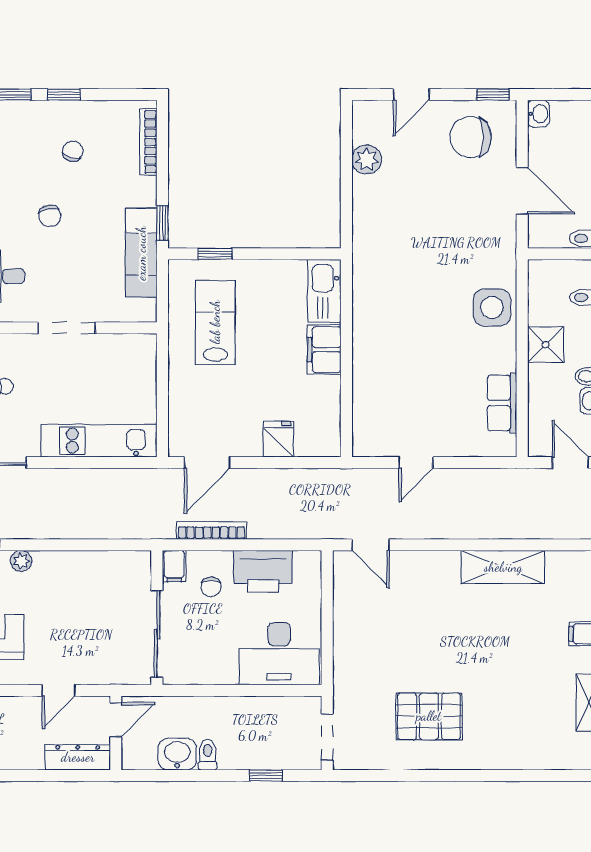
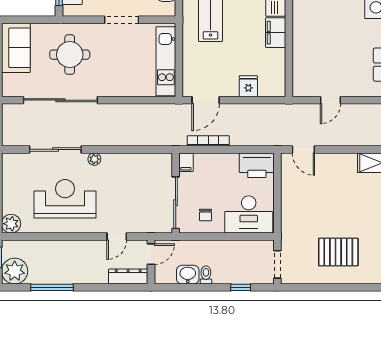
kitchen unit: (99, 441) -> (166, 61), moved, turned -90
printer: (263, 571) -> (257, 165), moved
chair: (211, 587) -> (206, 215), moved

